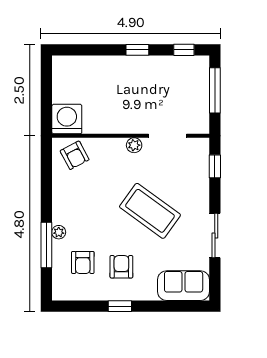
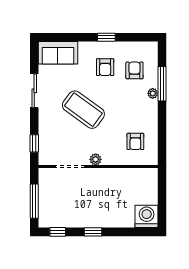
washing machine: (67, 119) -> (147, 216), moved, turned 180
armchair: (75, 155) -> (135, 141), moved, turned -152

